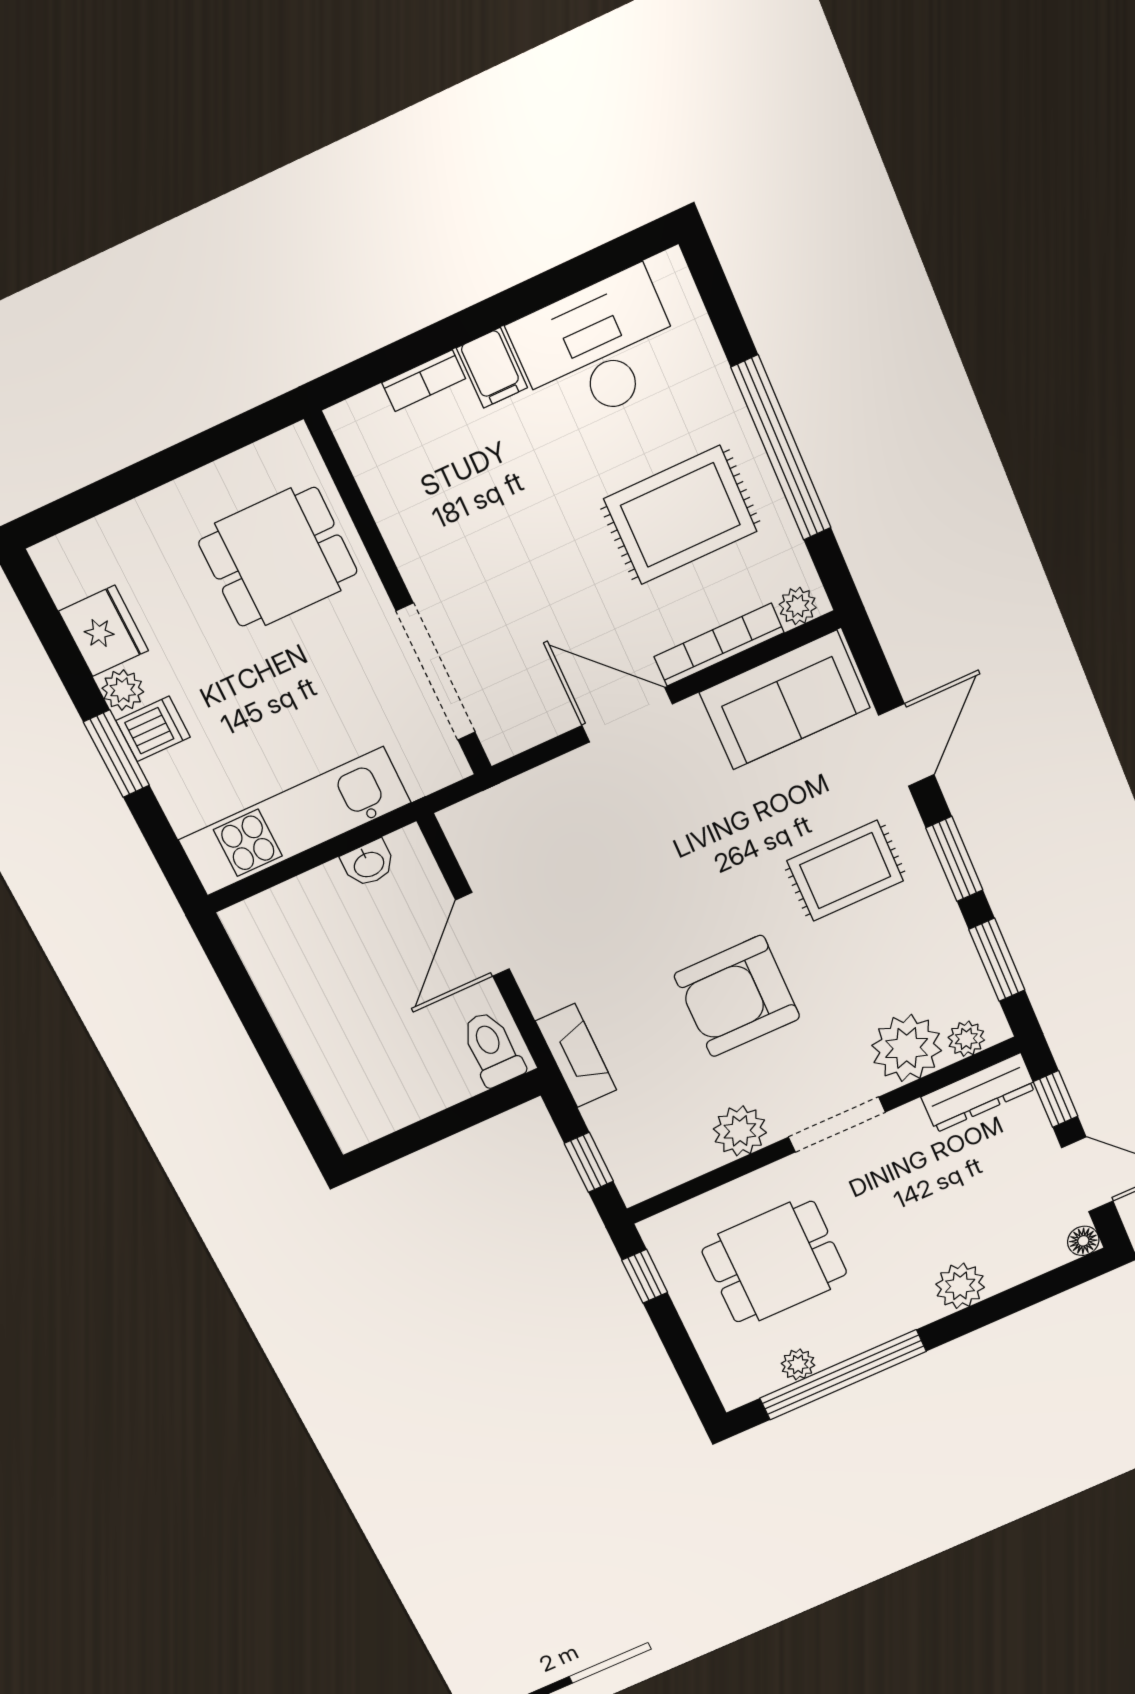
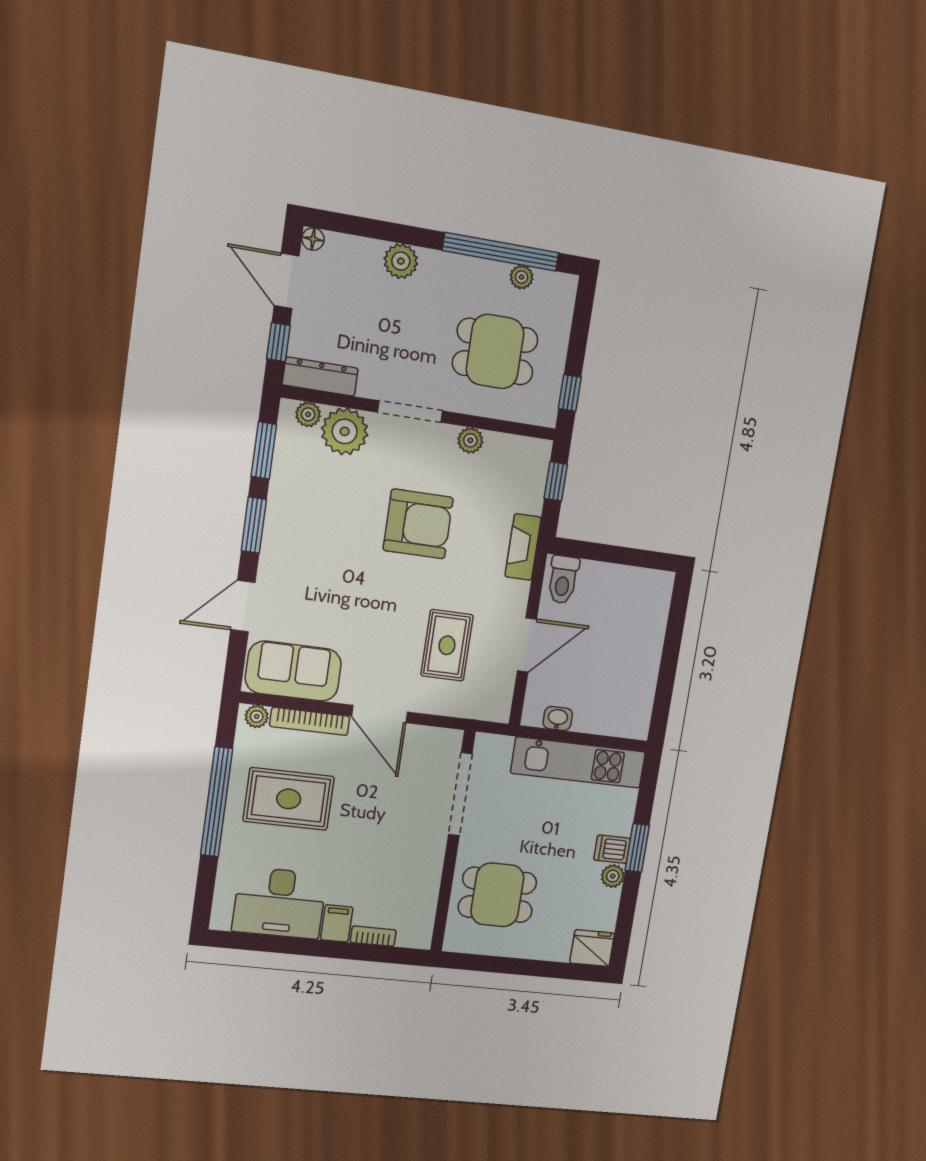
fridge: (104, 631) -> (592, 948), moved, turned 90
rug: (845, 871) -> (447, 645), moved, turned 90
plant: (740, 1131) -> (470, 440), width x0.73, depth x0.73

